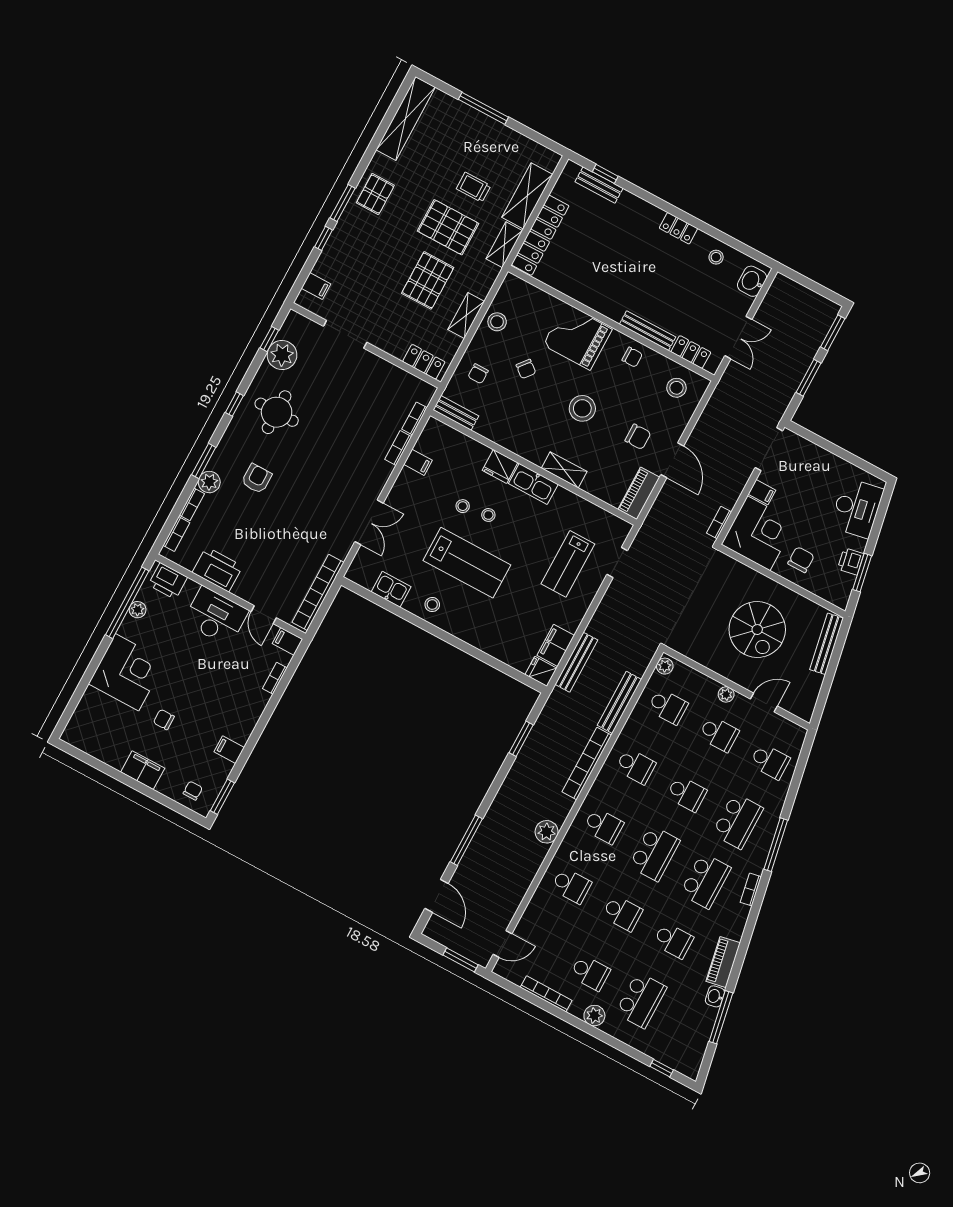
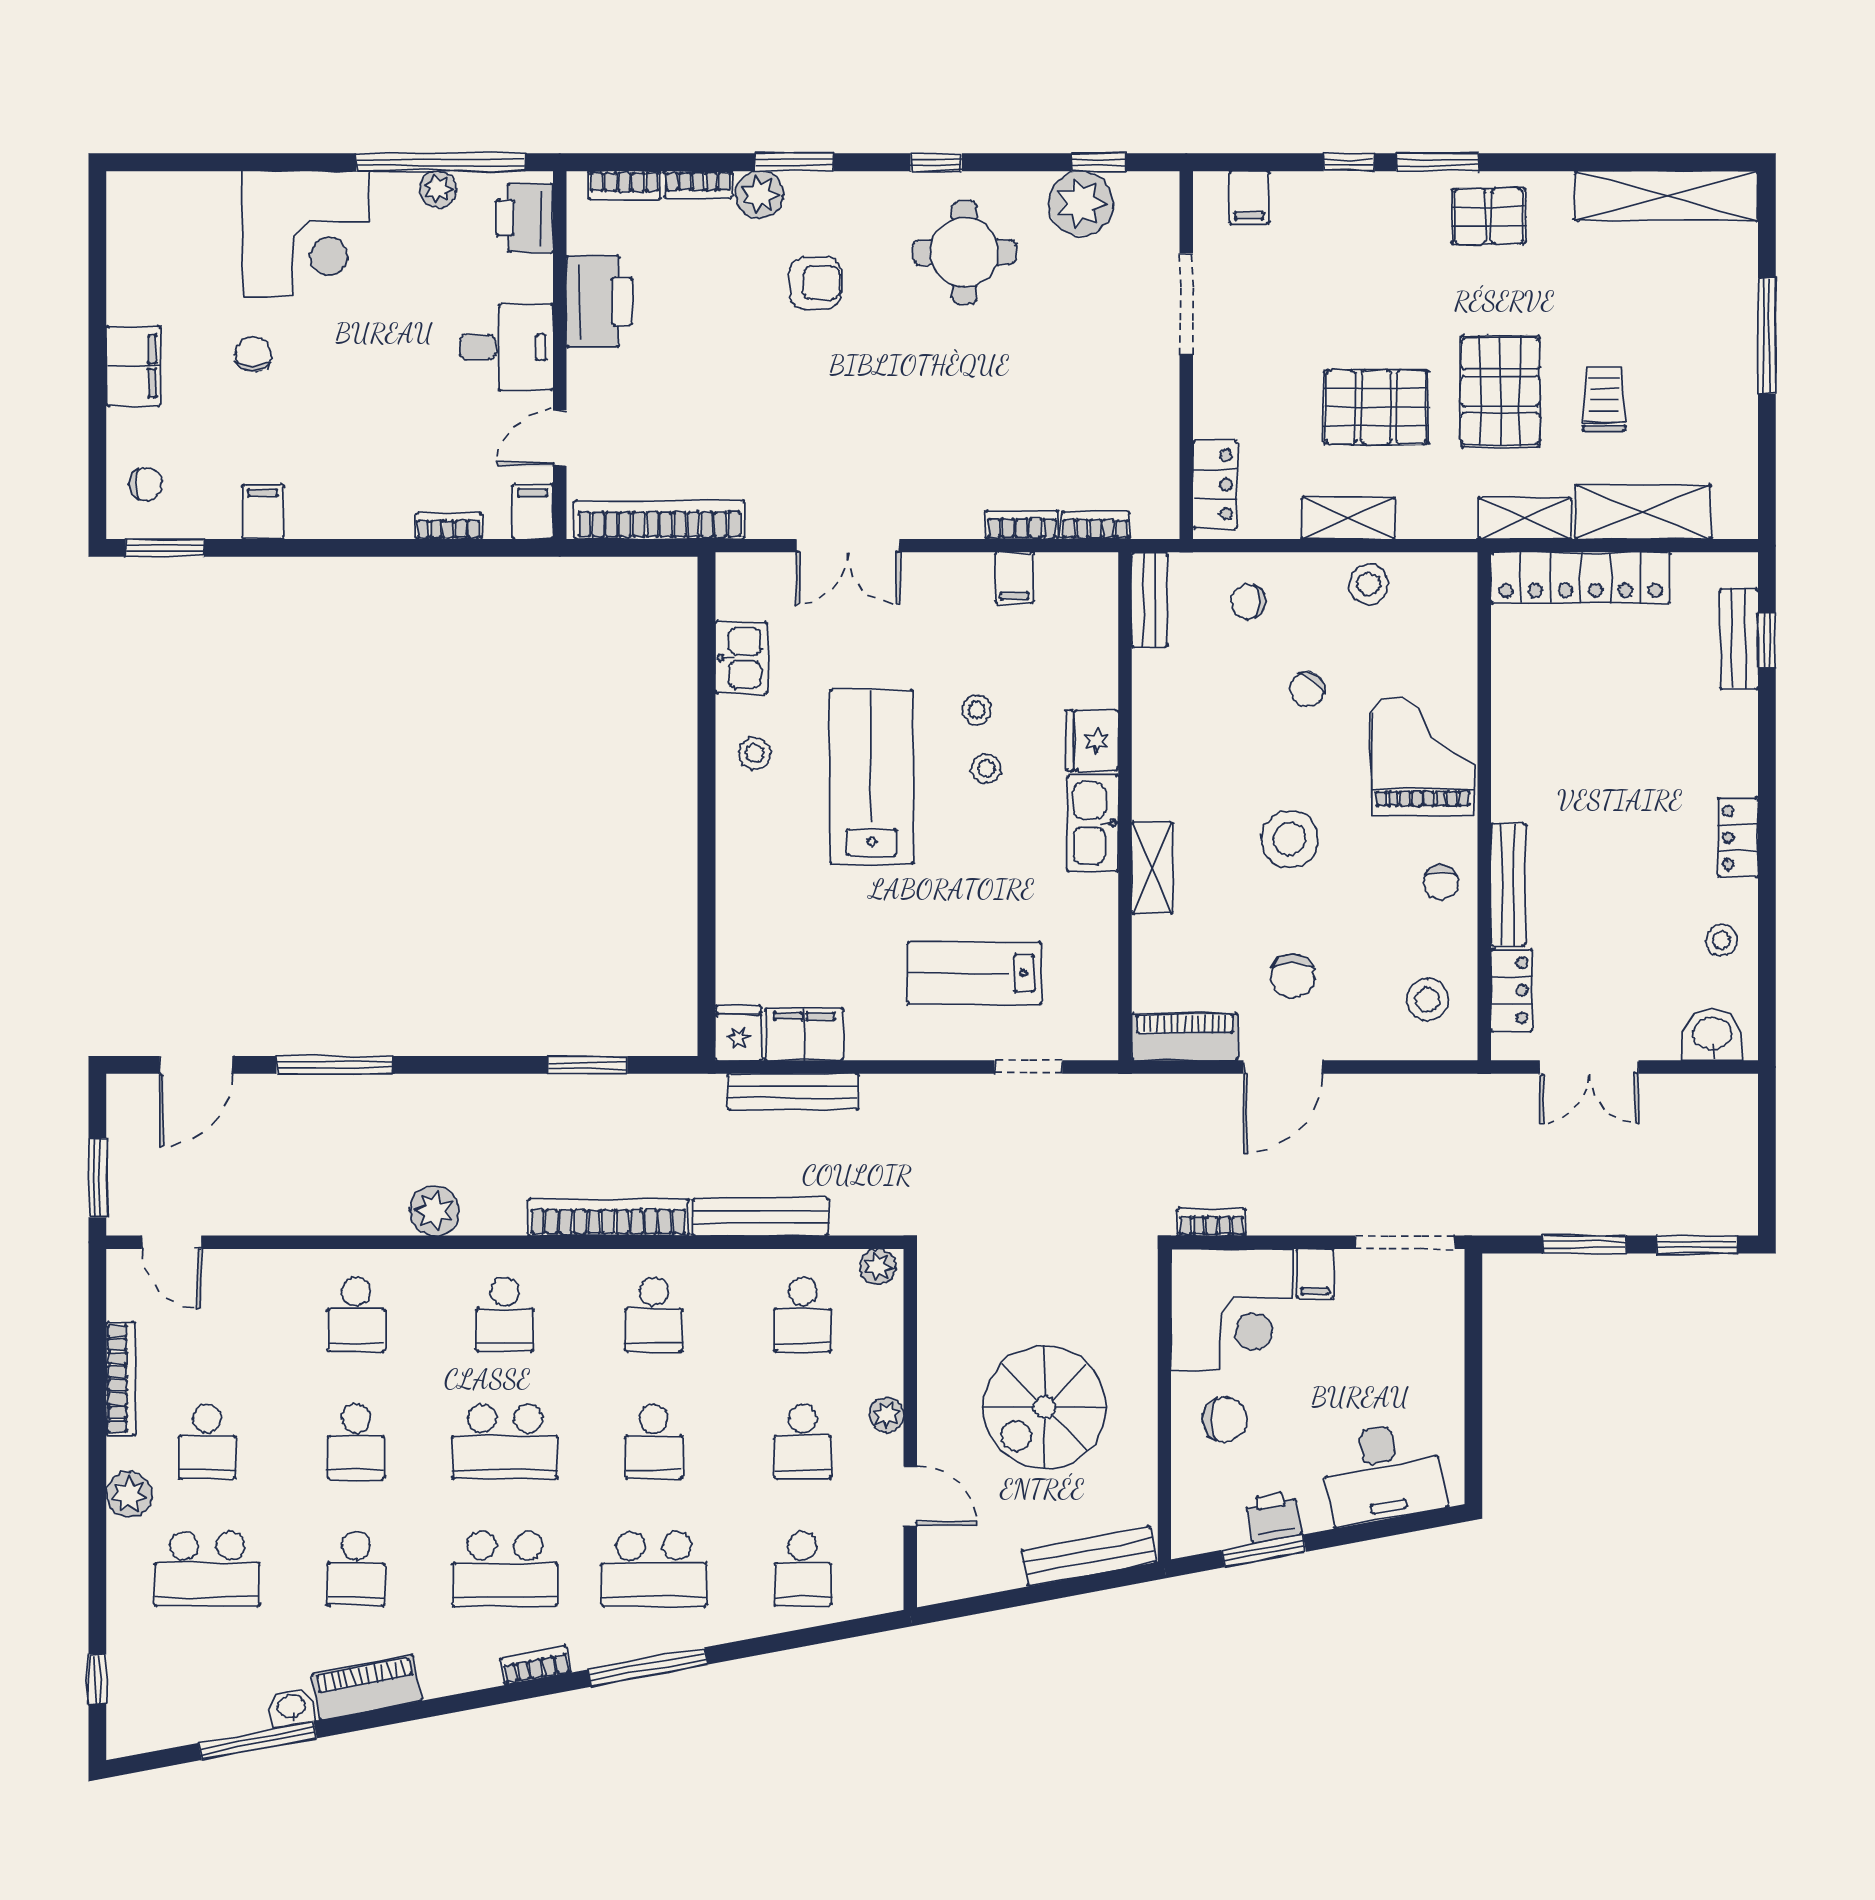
lab bench: (467, 563) -> (872, 777), turned 180
desk: (216, 616) -> (507, 347), width x0.73

